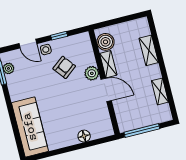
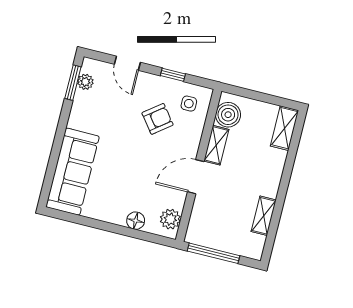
side table: (46, 50) -> (189, 104), moved
shelving: (149, 50) -> (284, 128), moved
plant: (92, 73) -> (170, 219), moved
door: (106, 90) -> (196, 177), swing flipped

